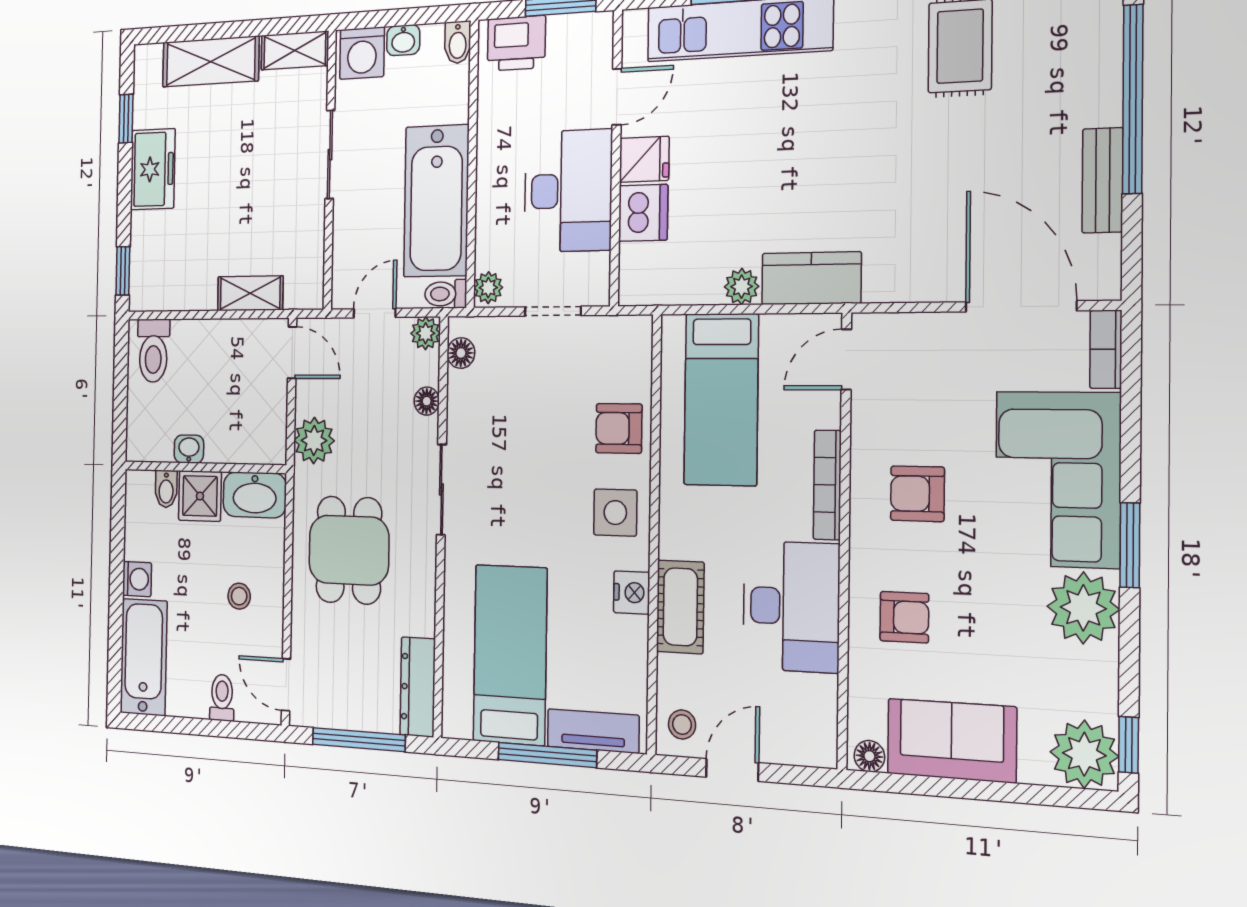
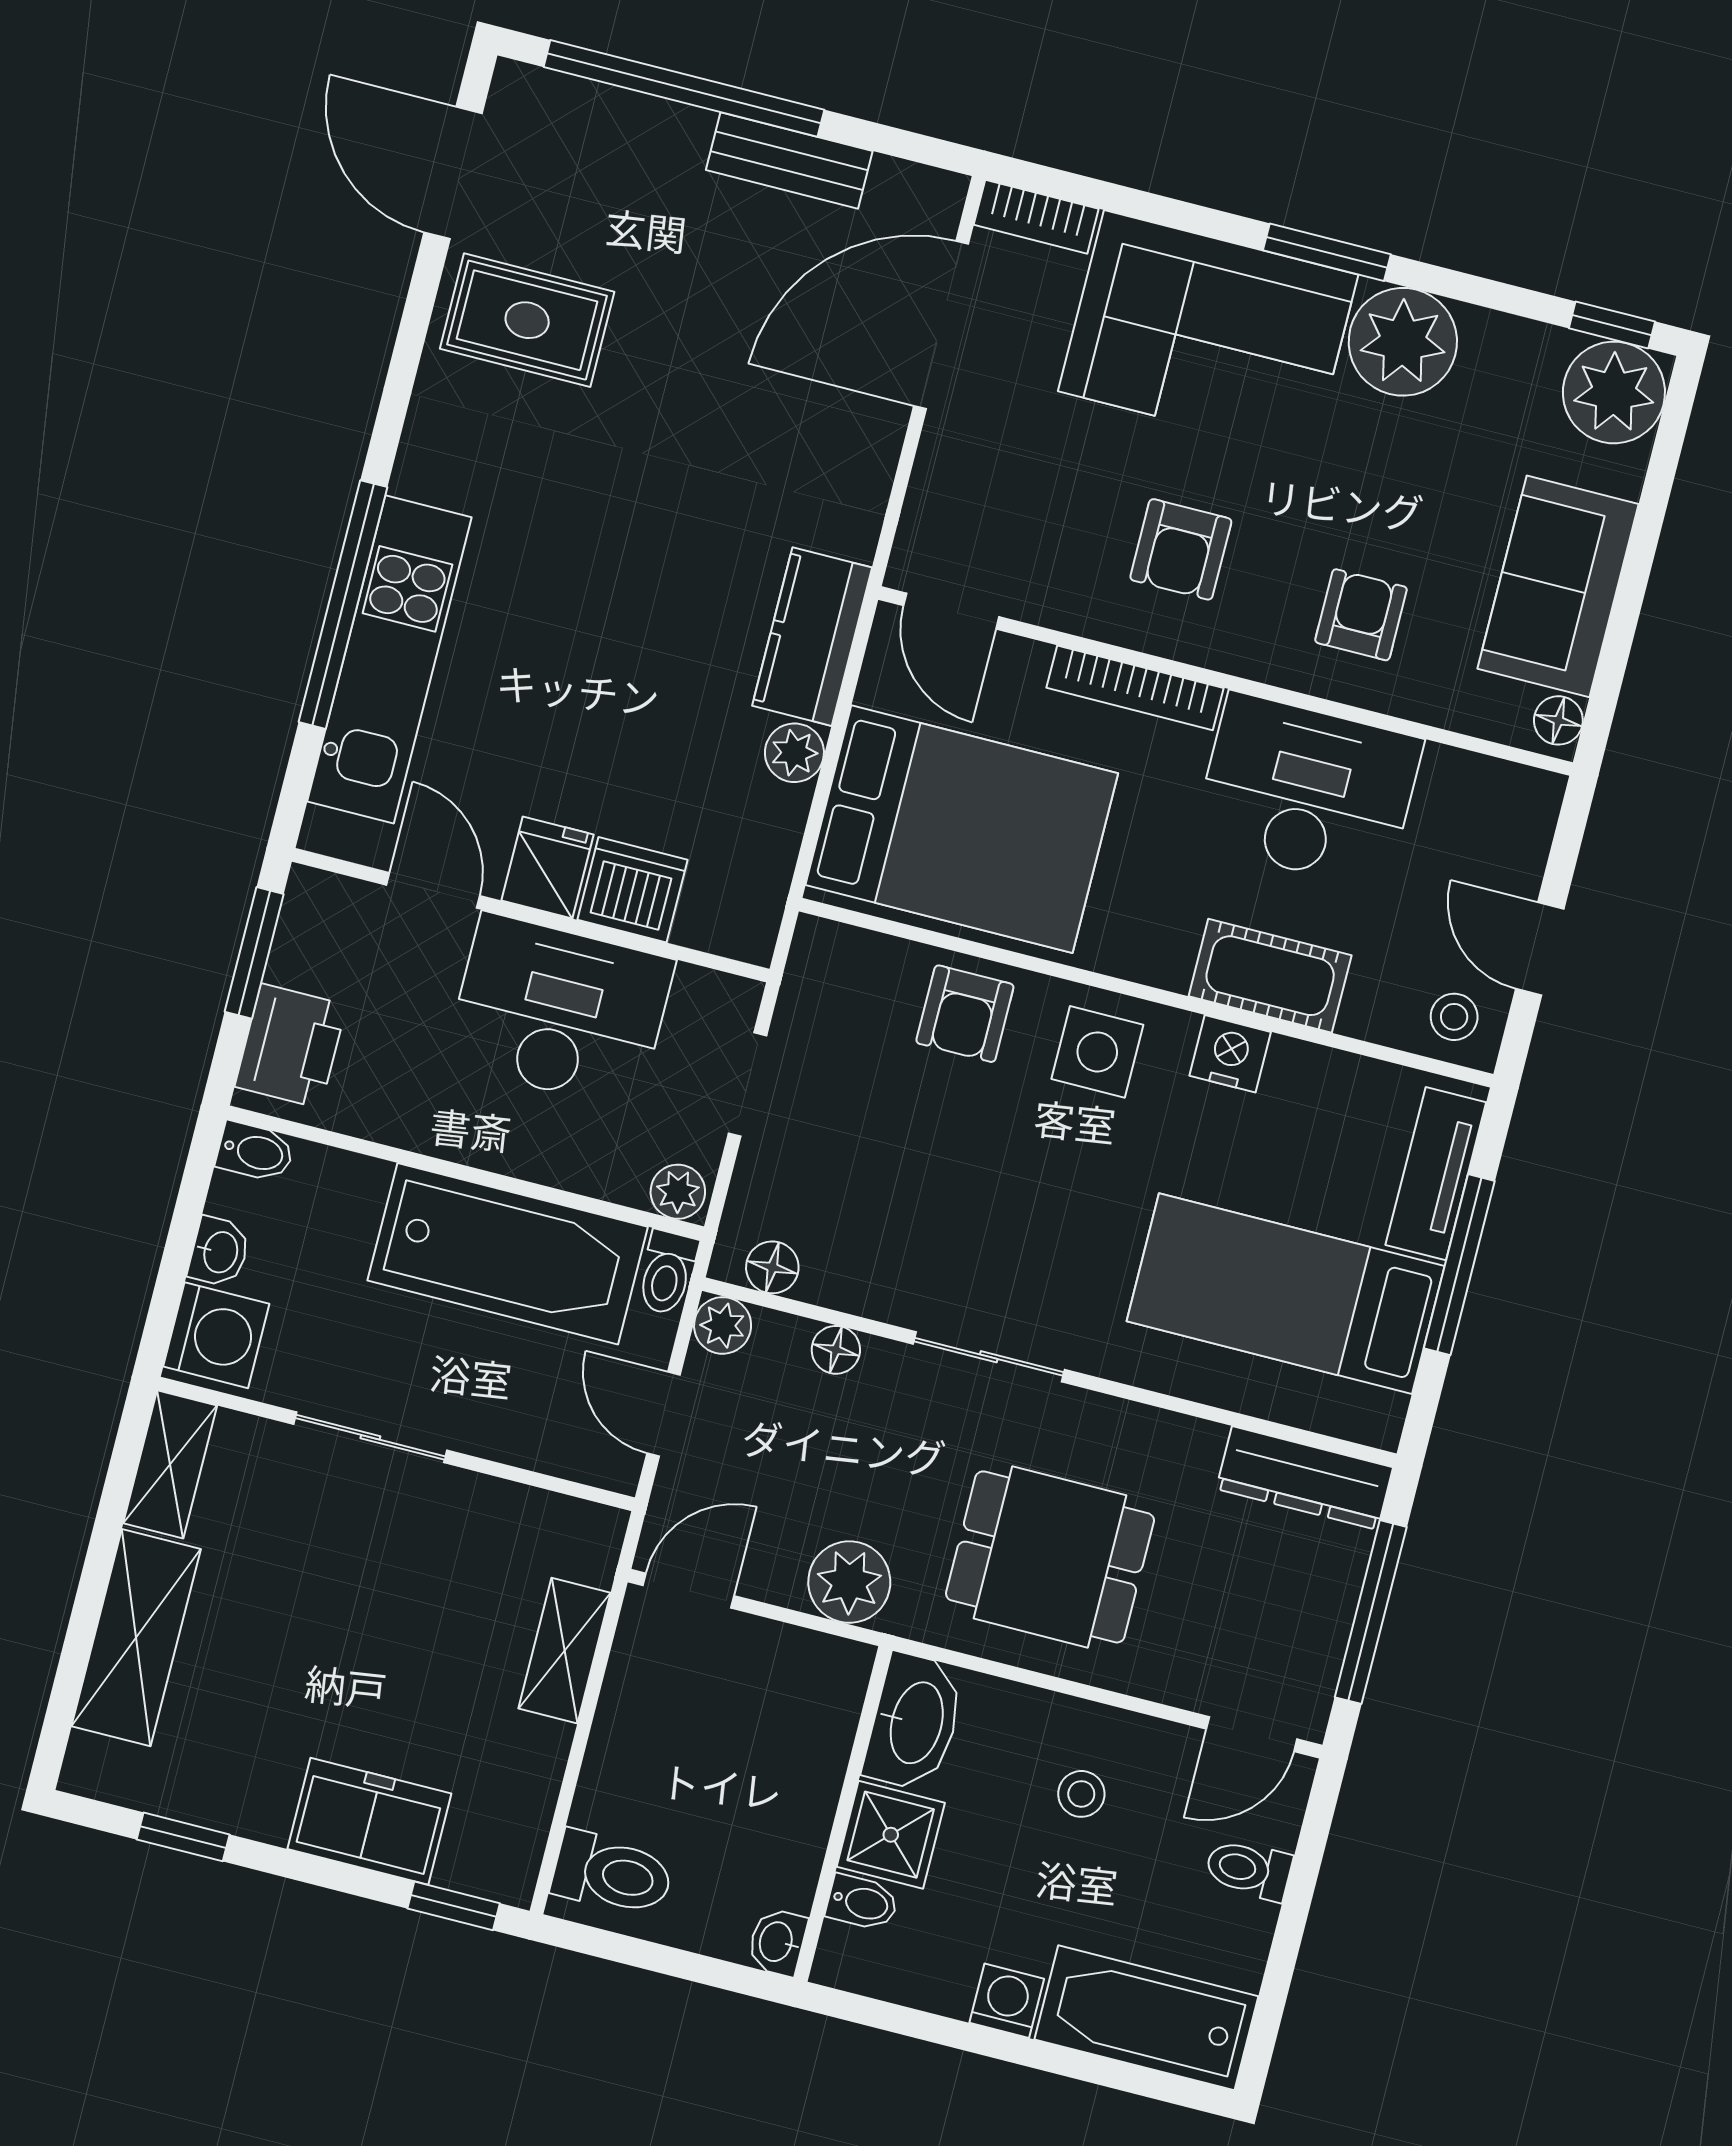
freezer: (153, 169) -> (369, 1821), moved
bed: (721, 399) -> (962, 829), width x1.50
washbasin: (189, 449) -> (777, 1942), moved

